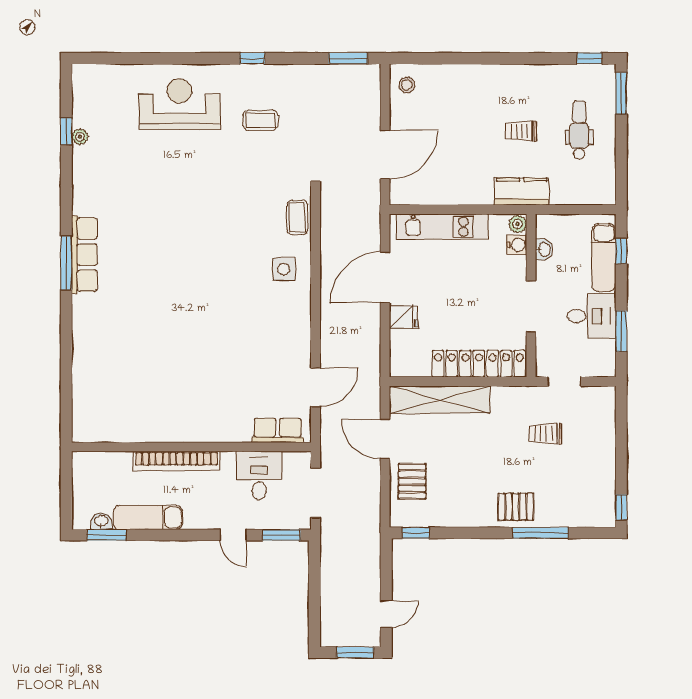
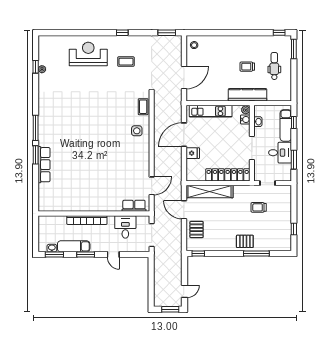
kitchen counter: (522, 192) -> (248, 95), width x1.50
row of seats: (84, 255) -> (44, 165), moved
window: (66, 321) -> (36, 155), added
window: (621, 507) -> (294, 229), moved
window: (281, 535) -> (86, 255), moved

